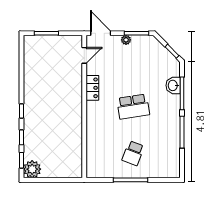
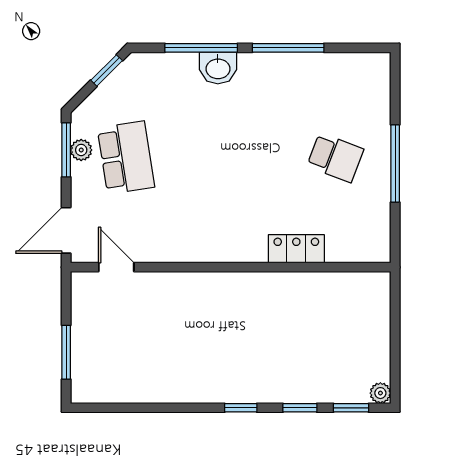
plant: (126, 40) -> (81, 150), moved
washbasin: (173, 85) -> (218, 68), moved
locker: (92, 88) -> (296, 249), moved
school desk: (133, 107) -> (126, 158), moved
plant: (32, 169) -> (380, 393), width x0.53, depth x0.53

